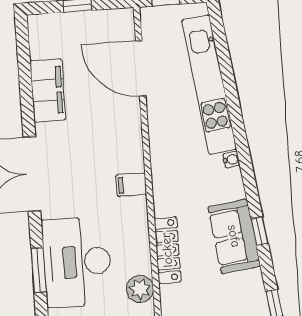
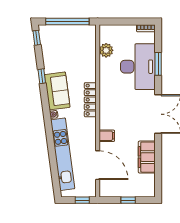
filing cabinet: (131, 185) -> (107, 136), moved
sofa: (234, 236) -> (57, 91), moved
locker: (167, 250) -> (90, 100), moved

